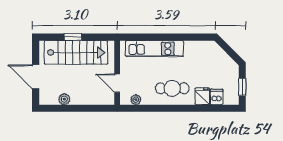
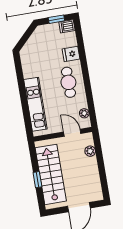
door: (117, 83) -> (72, 133), swing flipped
dishwasher: (217, 97) -> (67, 26), moved
plant: (64, 99) -> (90, 151), moved

